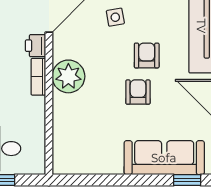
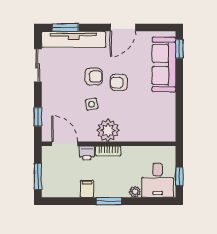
side table: (115, 17) -> (92, 104), moved
armchair: (147, 56) -> (94, 77), turned 180

